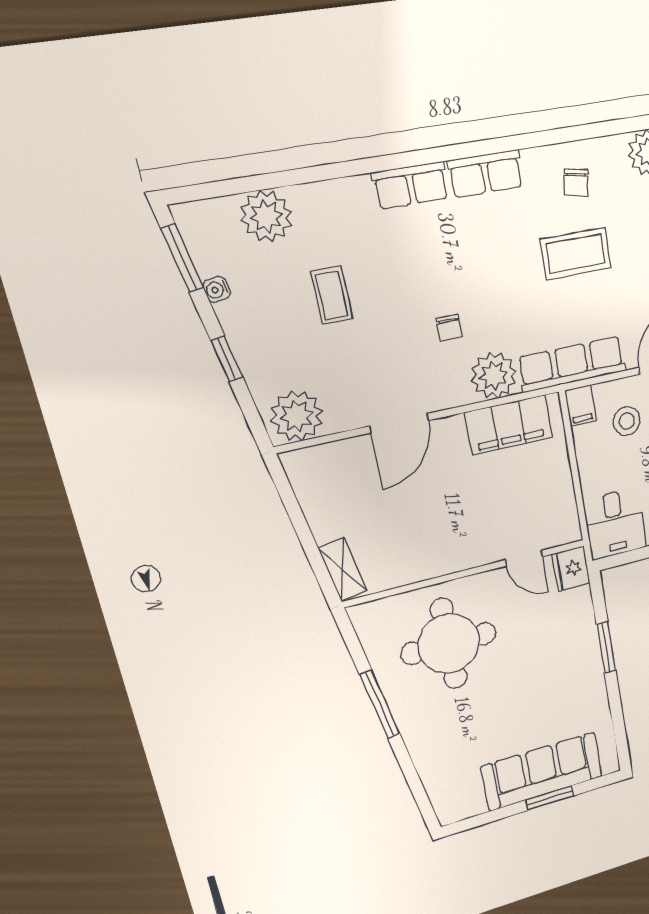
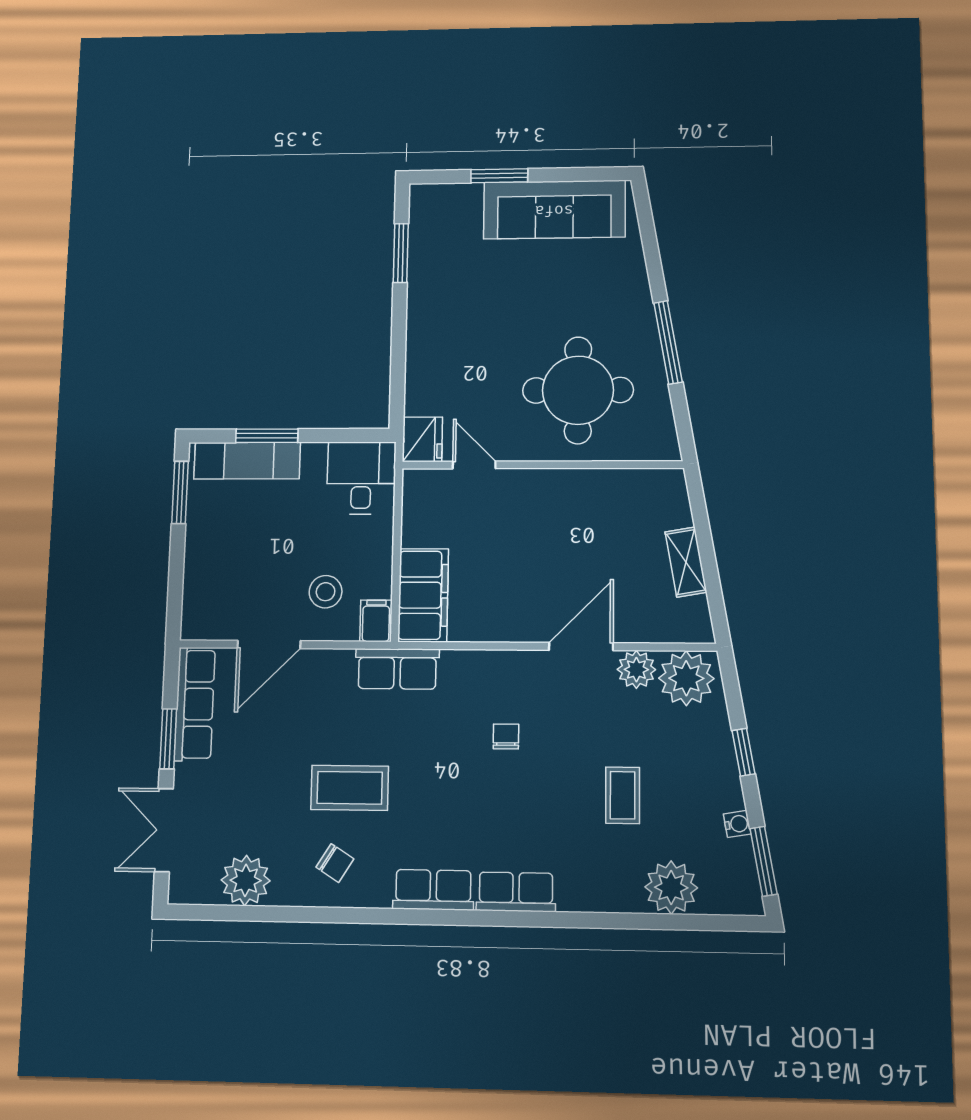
chair: (576, 183) -> (335, 863), turned 112
row of seats: (572, 364) -> (397, 669), width x0.68
plant: (494, 376) -> (636, 670), moved, width x0.73, depth x0.73
filing cabinet: (509, 425) -> (423, 595), moved, turned 90
shelving: (343, 570) -> (686, 562), moved
window: (606, 647) -> (401, 253), moved
sofa: (542, 771) -> (554, 210), moved

